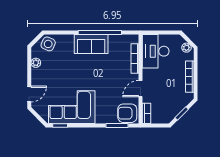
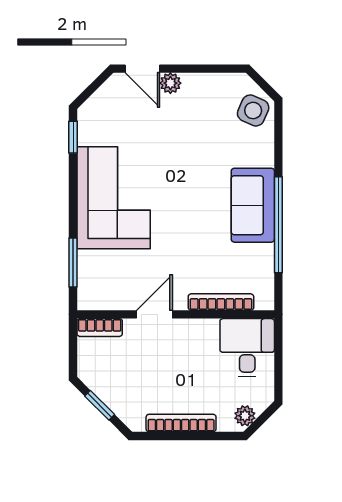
desk: (156, 51) -> (247, 348), width x0.73
plant: (36, 63) -> (170, 83), moved
door: (141, 89) -> (154, 314), hinge flipped
corner sofa: (72, 107) -> (114, 198), moved
armchair: (127, 113) -> (100, 285), removed

